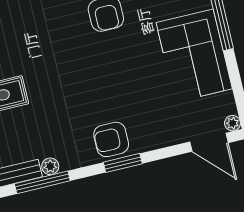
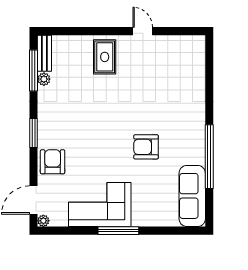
armchair: (111, 139) -> (53, 162), moved

